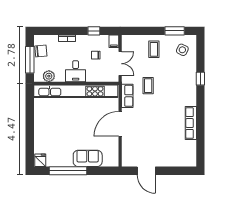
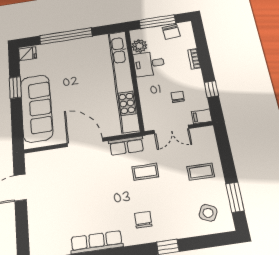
desk: (76, 71) -> (149, 64), moved
chair: (181, 91) -> (143, 220), added
window: (30, 130) -> (66, 36), added
sofa: (88, 158) -> (36, 108), width x1.85, depth x1.27
window: (68, 171) -> (15, 88), width x0.47

